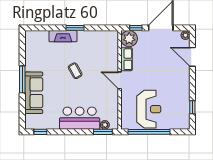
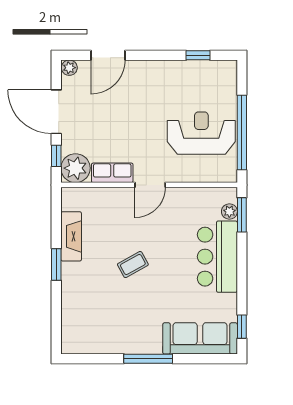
fireplace: (63, 36) -> (71, 236), moved
sofa: (34, 93) -> (200, 338), moved

